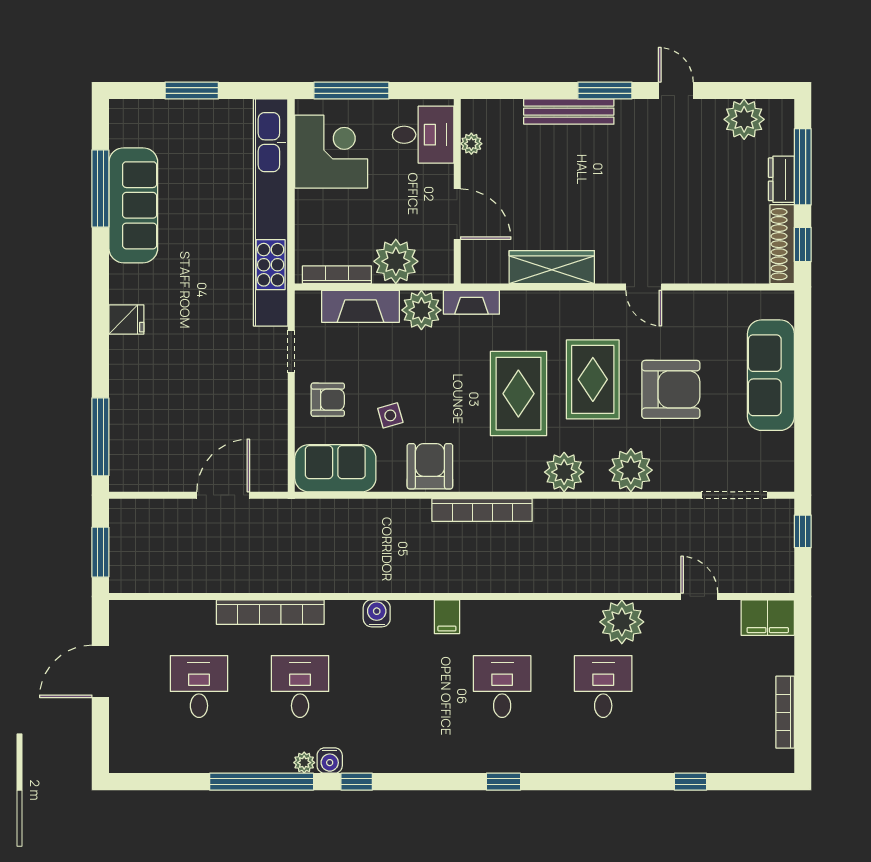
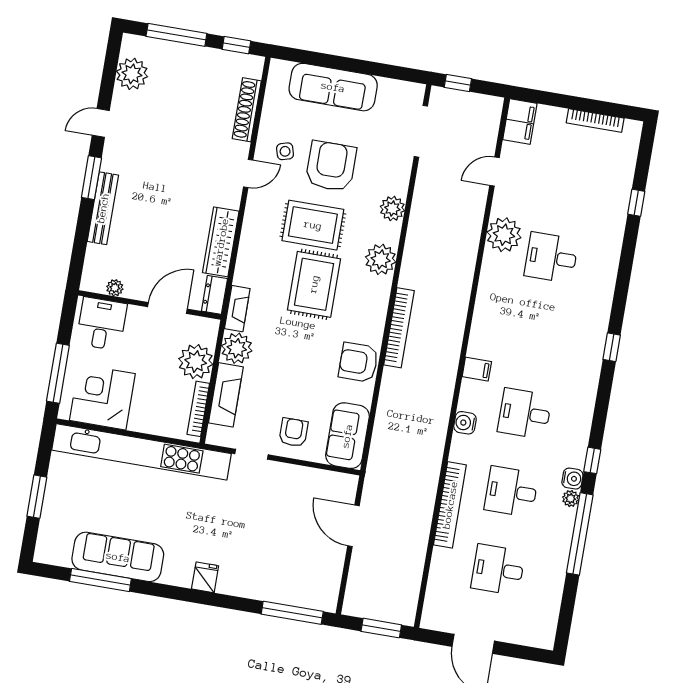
dresser: (781, 179) -> (214, 295), moved, turned 90
shoe rack: (782, 244) -> (247, 110), moved, turned 90
rug: (518, 394) -> (314, 284), turned 90
side table: (390, 415) -> (285, 151), moved
plant: (631, 470) -> (392, 208), width x0.73, depth x0.73
desk: (502, 686) -> (525, 414), moved

